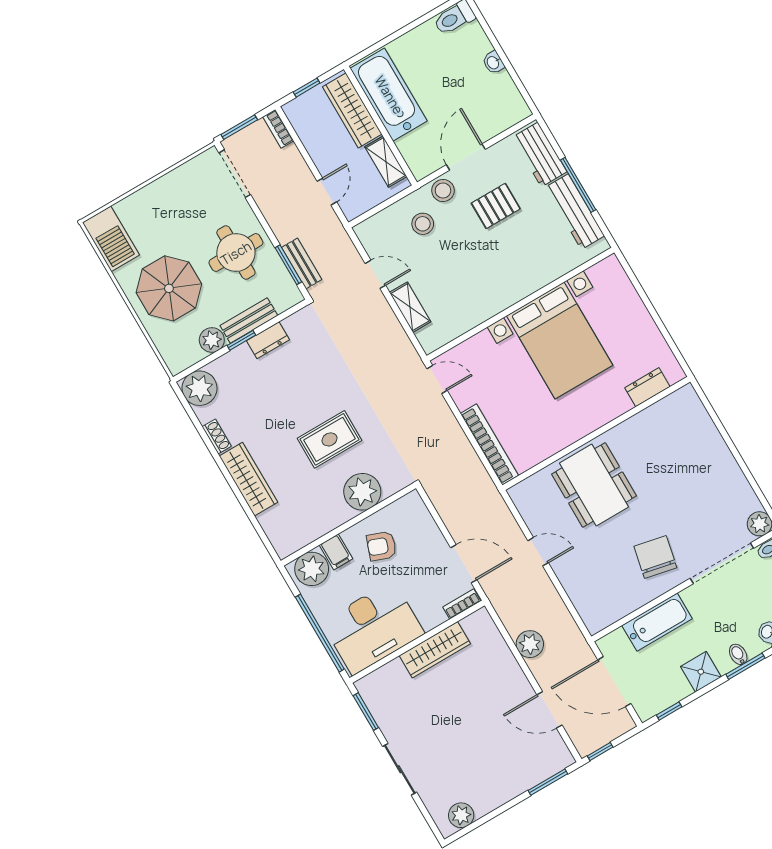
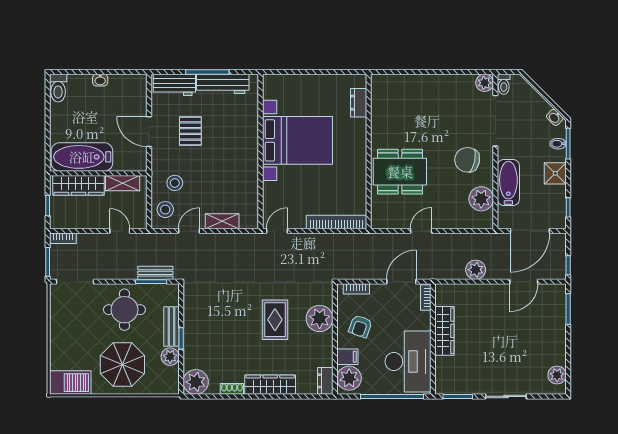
stool: (443, 191) -> (165, 210), moved
dresser: (268, 340) -> (325, 381), moved, turned 180
bookcase: (423, 515) -> (356, 289), added
plant: (619, 601) -> (481, 199), added

